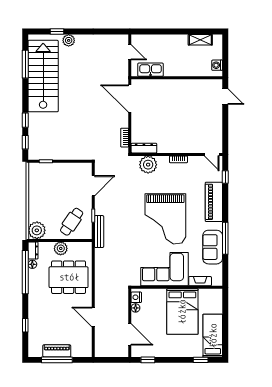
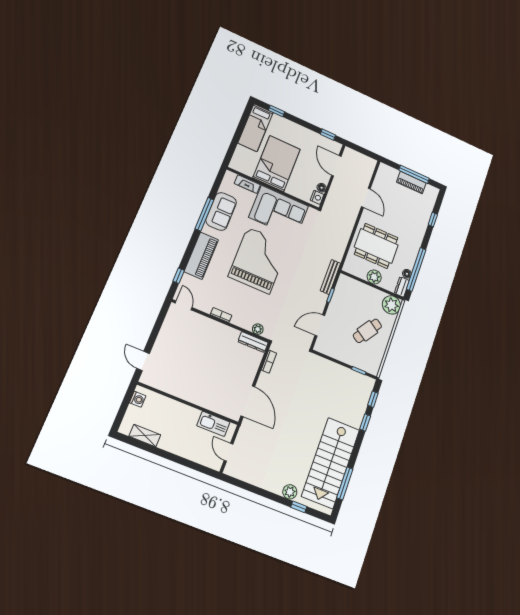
plant: (148, 165) -> (258, 329), width x0.53, depth x0.53
cafe table: (72, 222) -> (367, 331), moved

